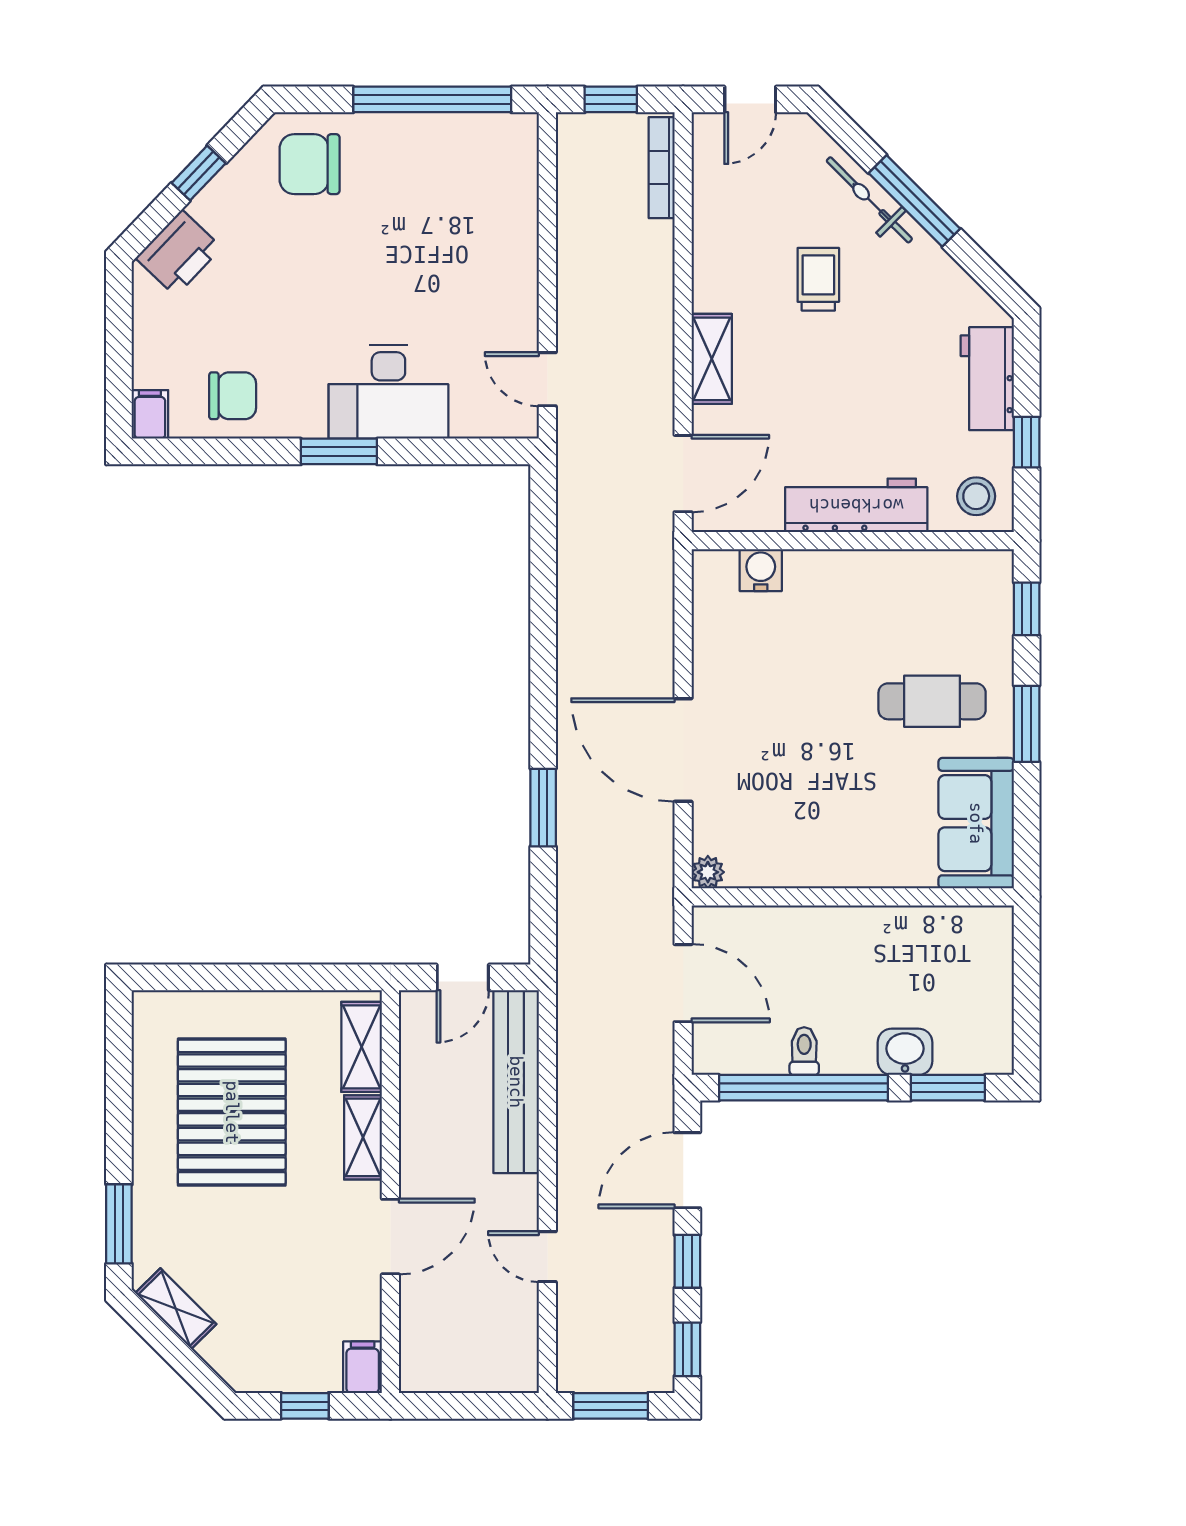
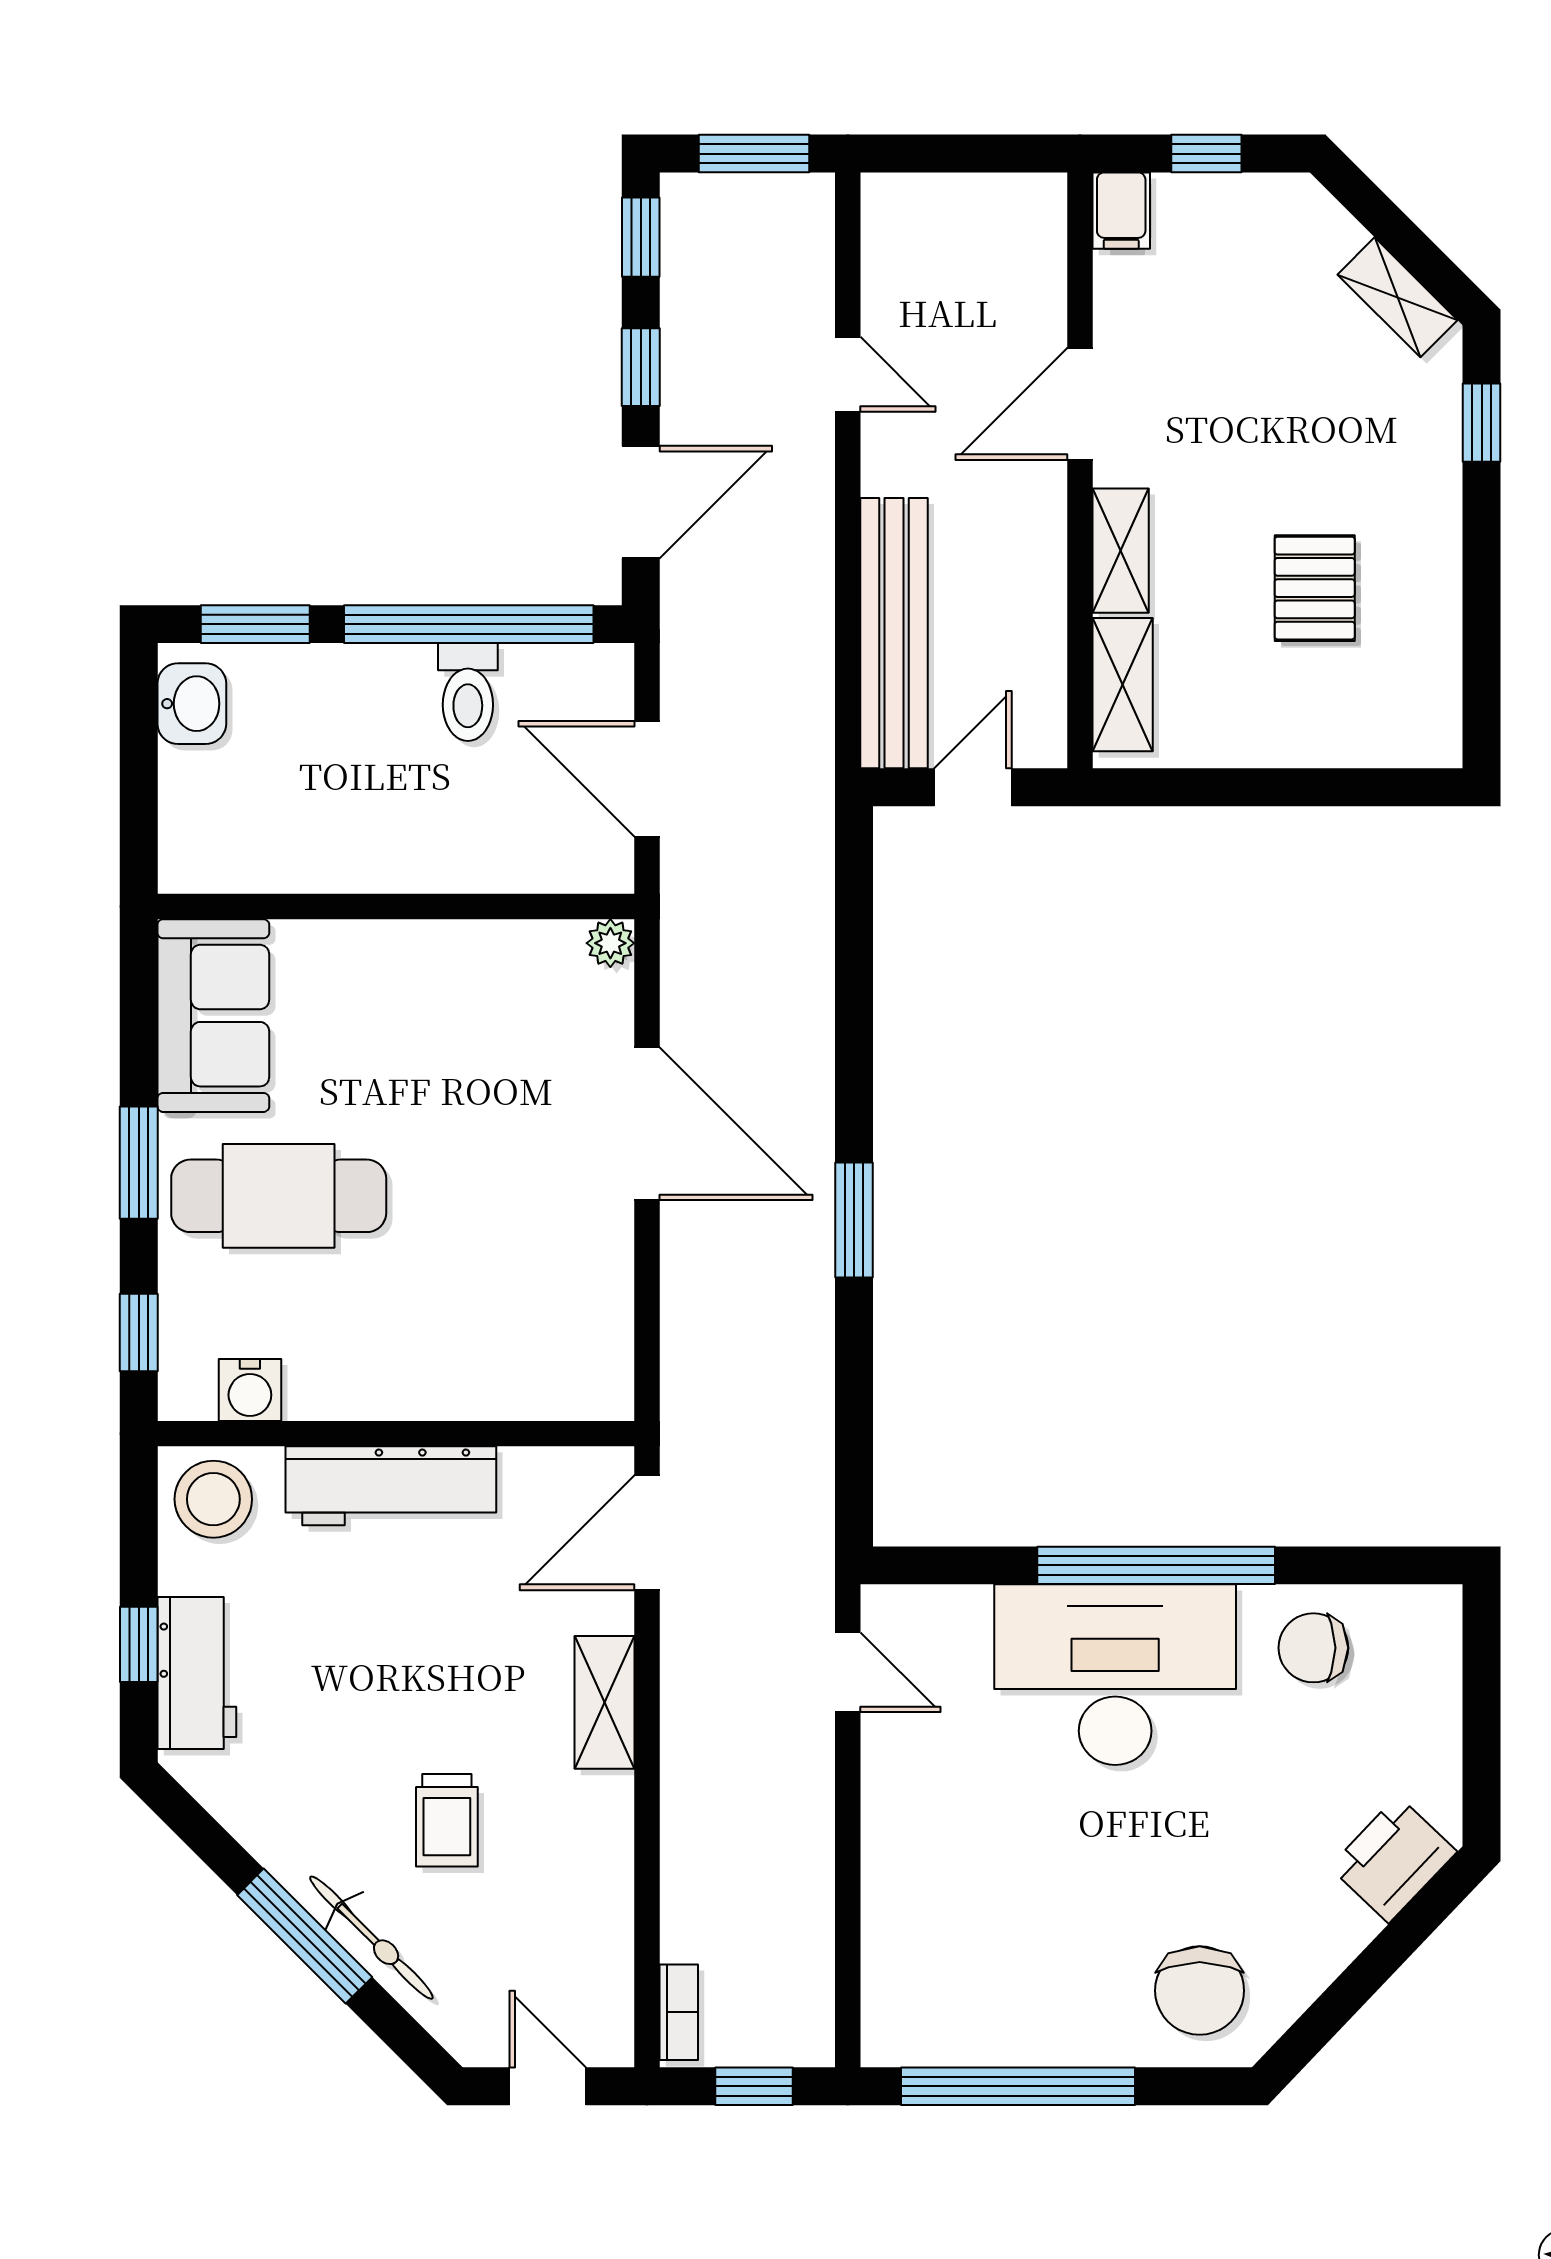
door: (750, 99) -> (548, 2086), hinge flipped
chair: (310, 164) -> (1200, 1991), turned 90
bookcase: (662, 168) -> (679, 2012), width x0.64
window: (199, 173) -> (1364, 1977), removed
desk: (388, 392) -> (1115, 1675), width x1.36, depth x1.30
filing cabinet: (150, 414) -> (1436, 1620), removed
window: (1027, 442) -> (139, 1644), moved
window: (339, 451) -> (1156, 1565), width x2.11
stool: (976, 496) -> (213, 1499), width x1.38, depth x1.38
water cooler: (761, 570) -> (250, 1390), moved
cafe table: (932, 701) -> (279, 1196), width x1.37, depth x1.35
window: (543, 808) -> (854, 1220), moved
toilet: (804, 1051) -> (468, 692), width x1.37, depth x1.39
washbasin: (905, 1052) -> (192, 704), moved, turned -90
pallet: (232, 1112) -> (1315, 588), width x0.49, depth x0.50
window: (119, 1224) -> (1482, 423), width x0.67

